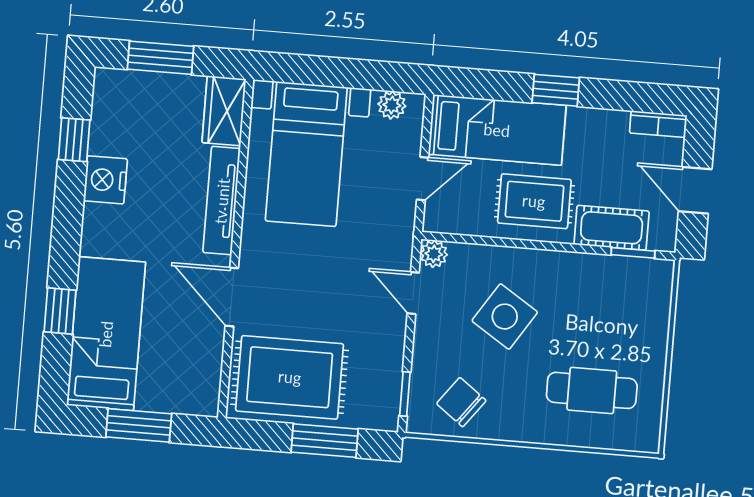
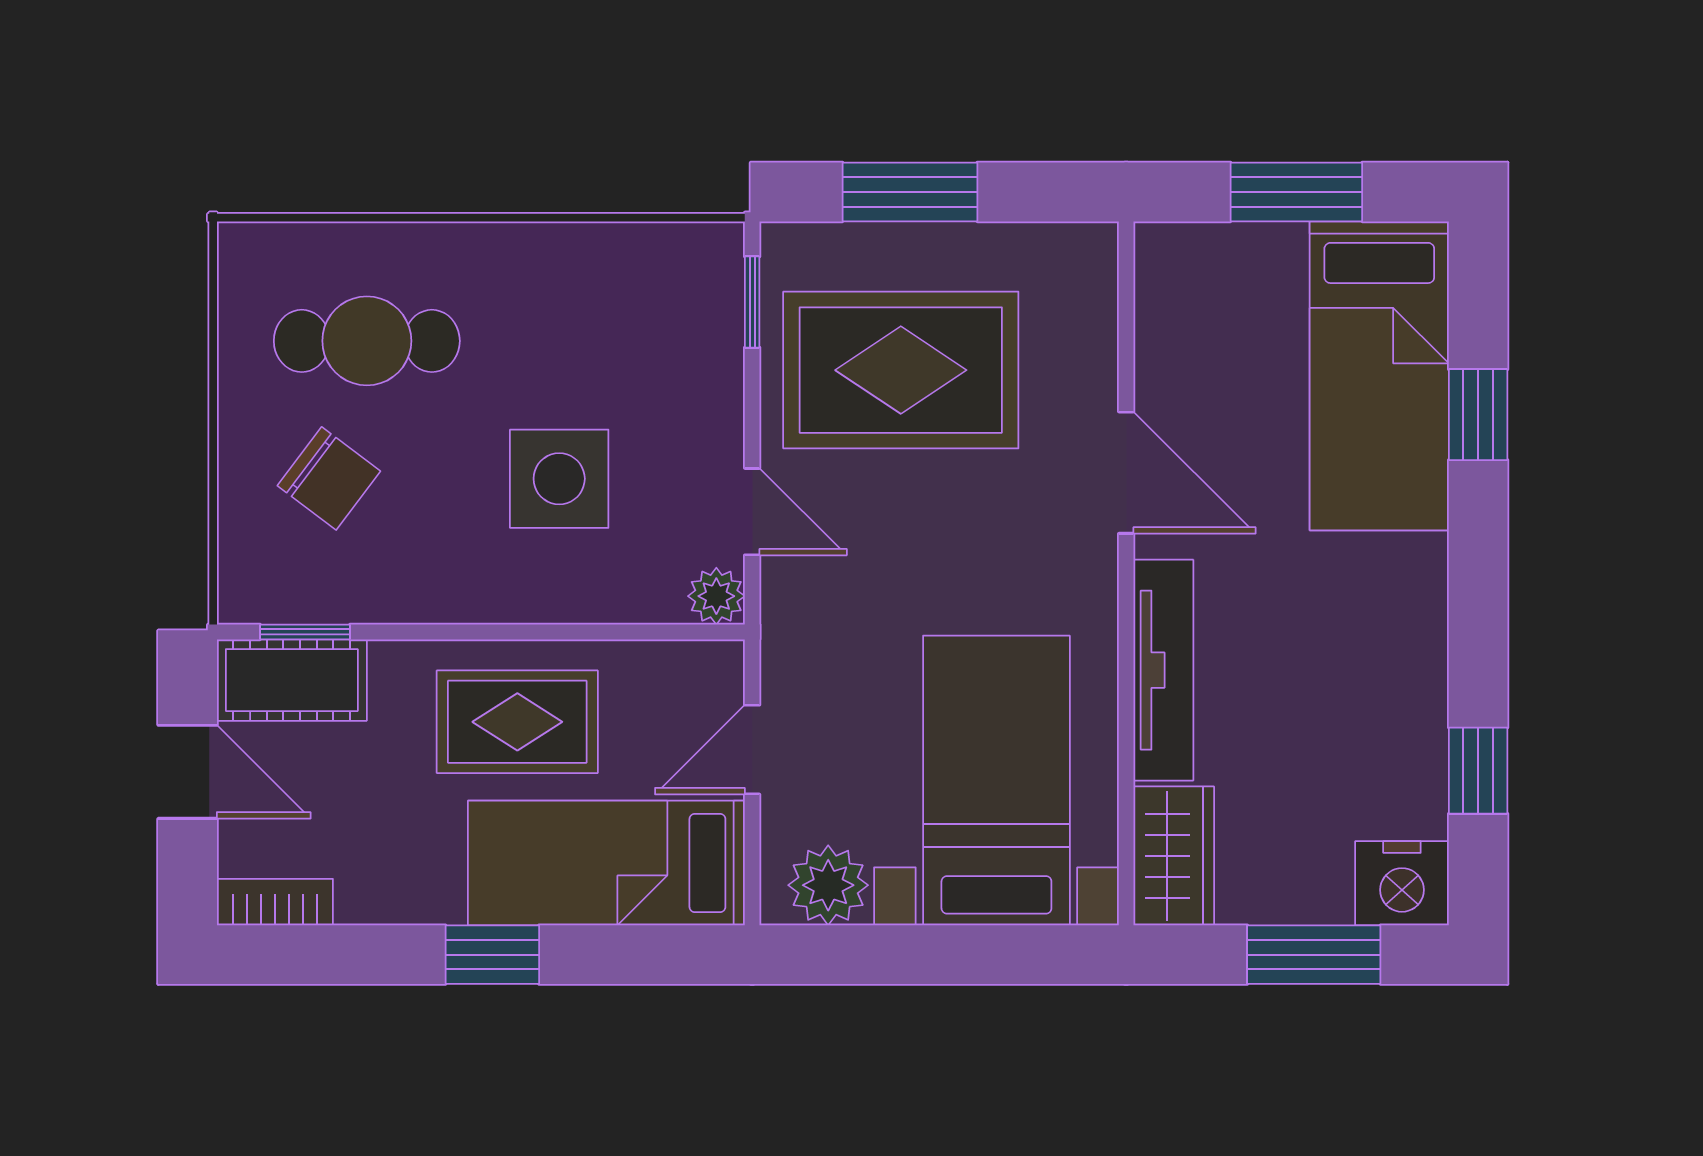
plant: (392, 105) -> (828, 885), width x1.38, depth x1.38
nightstand: (105, 180) -> (1402, 883), moved, turned 90
cot: (612, 228) -> (292, 680), moved
side table: (505, 317) -> (559, 479), turned -33
rug: (290, 377) -> (901, 370), moved
chair: (461, 402) -> (329, 478), moved

